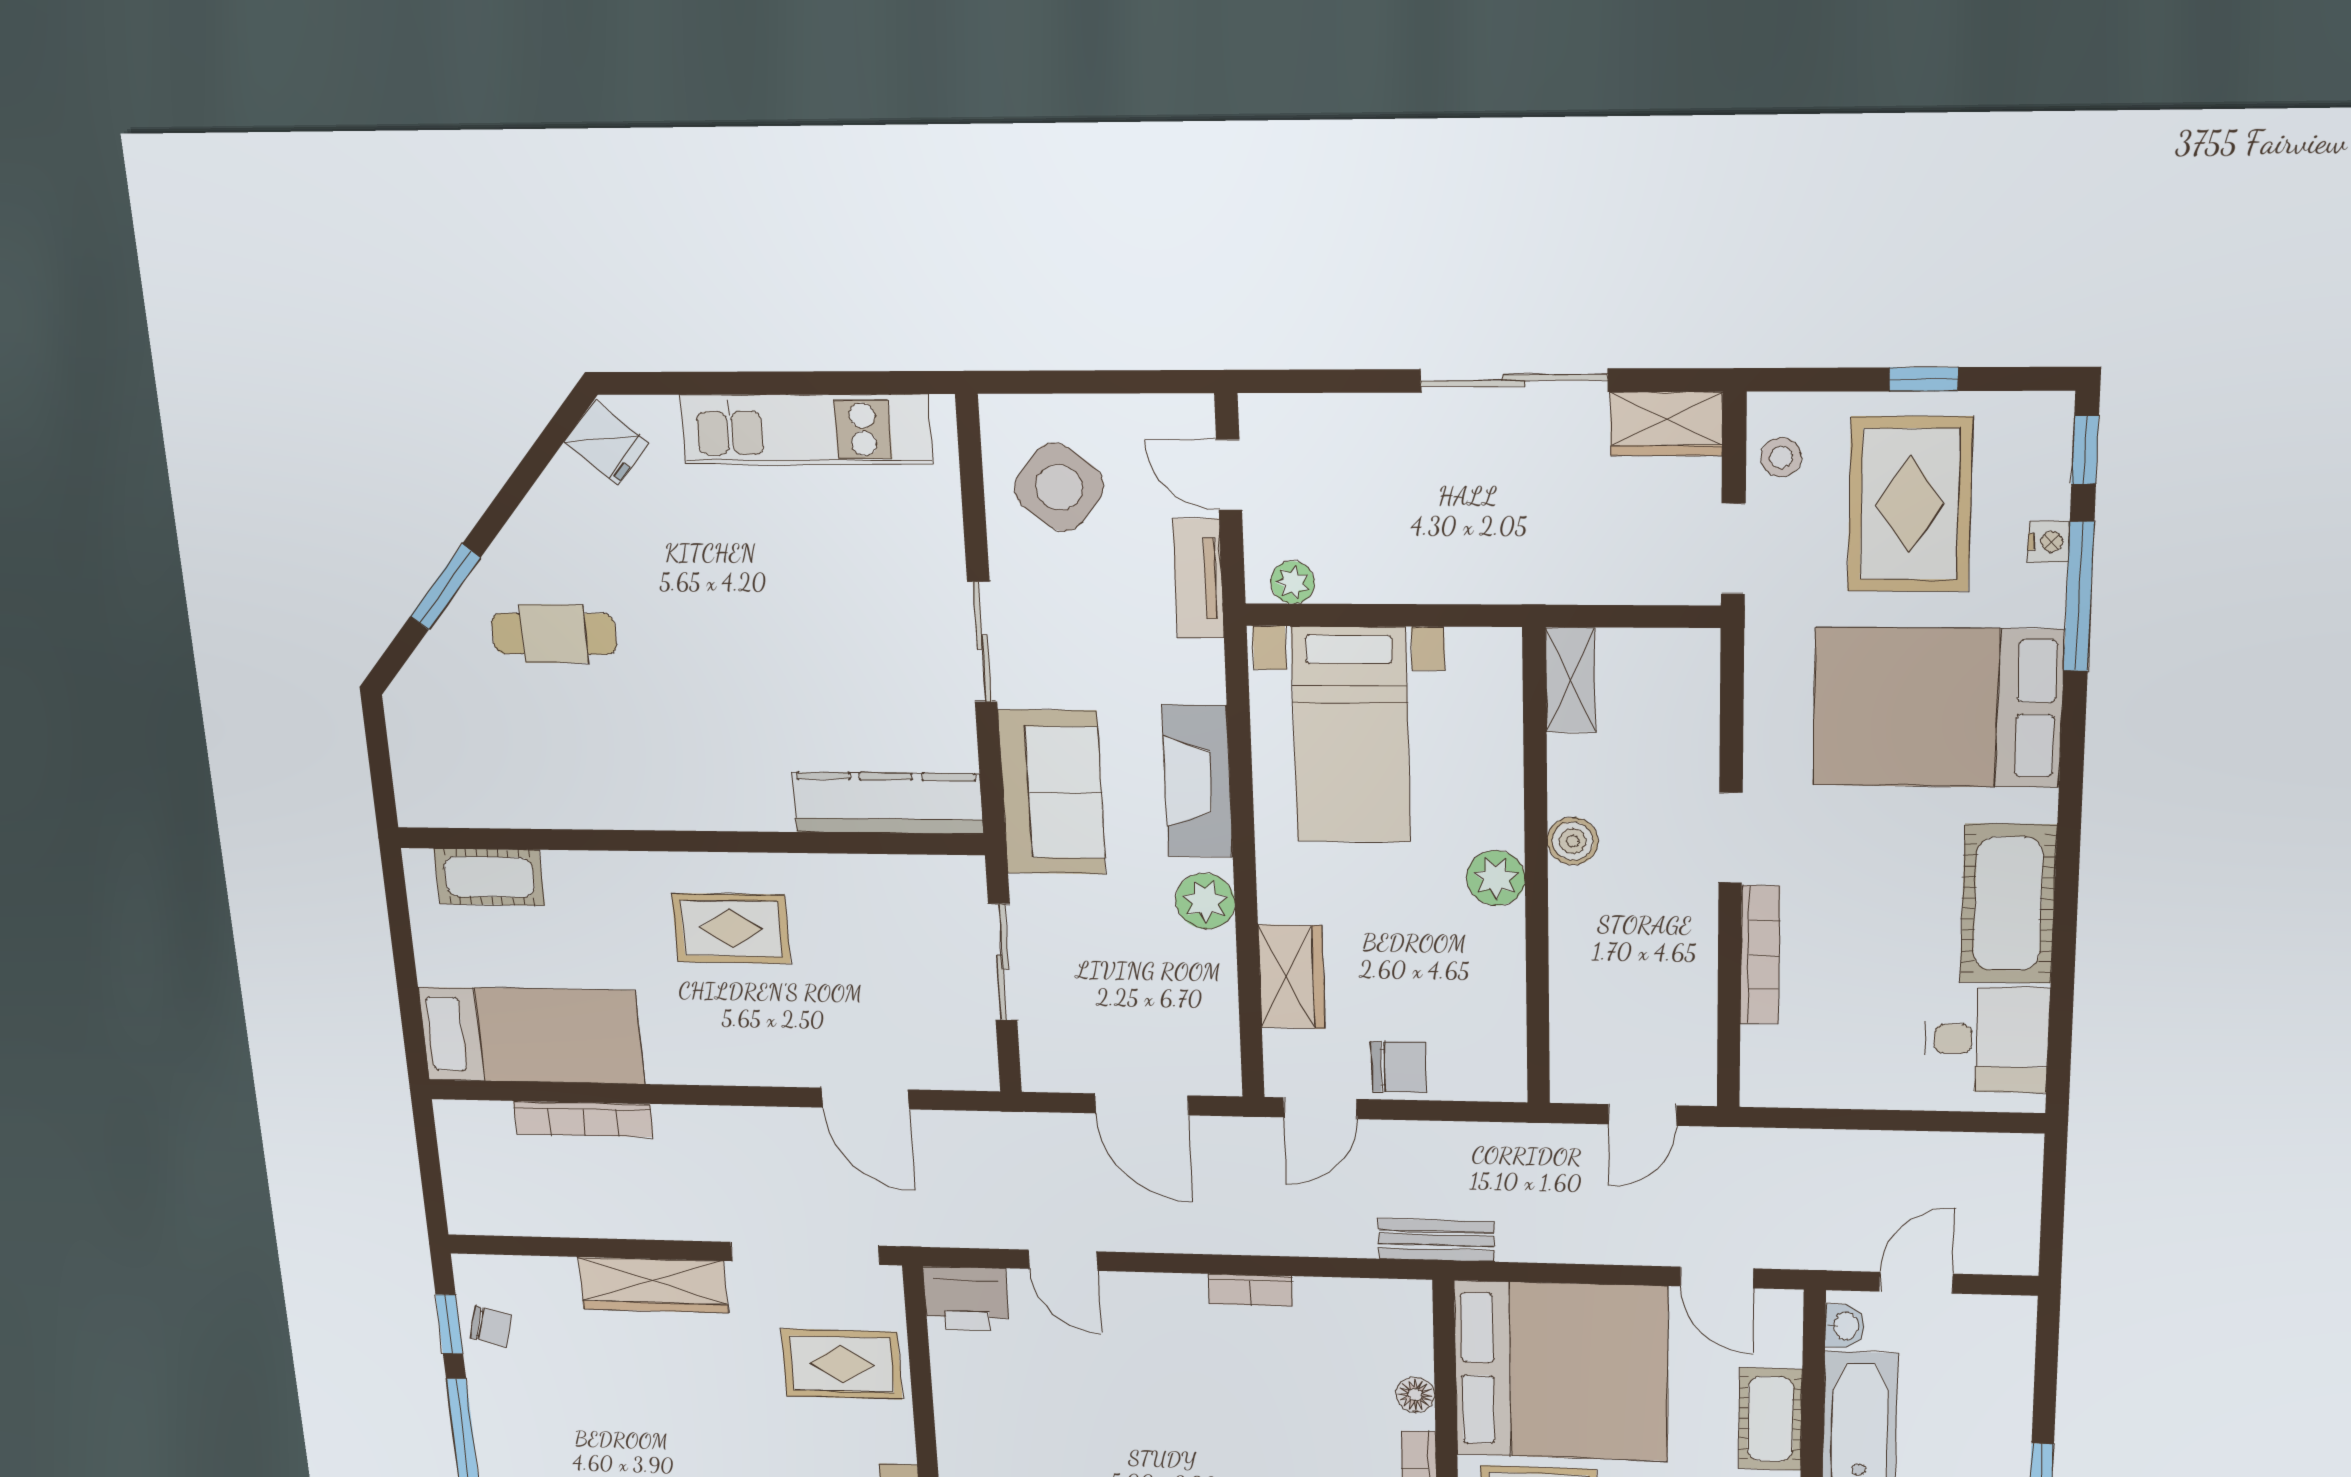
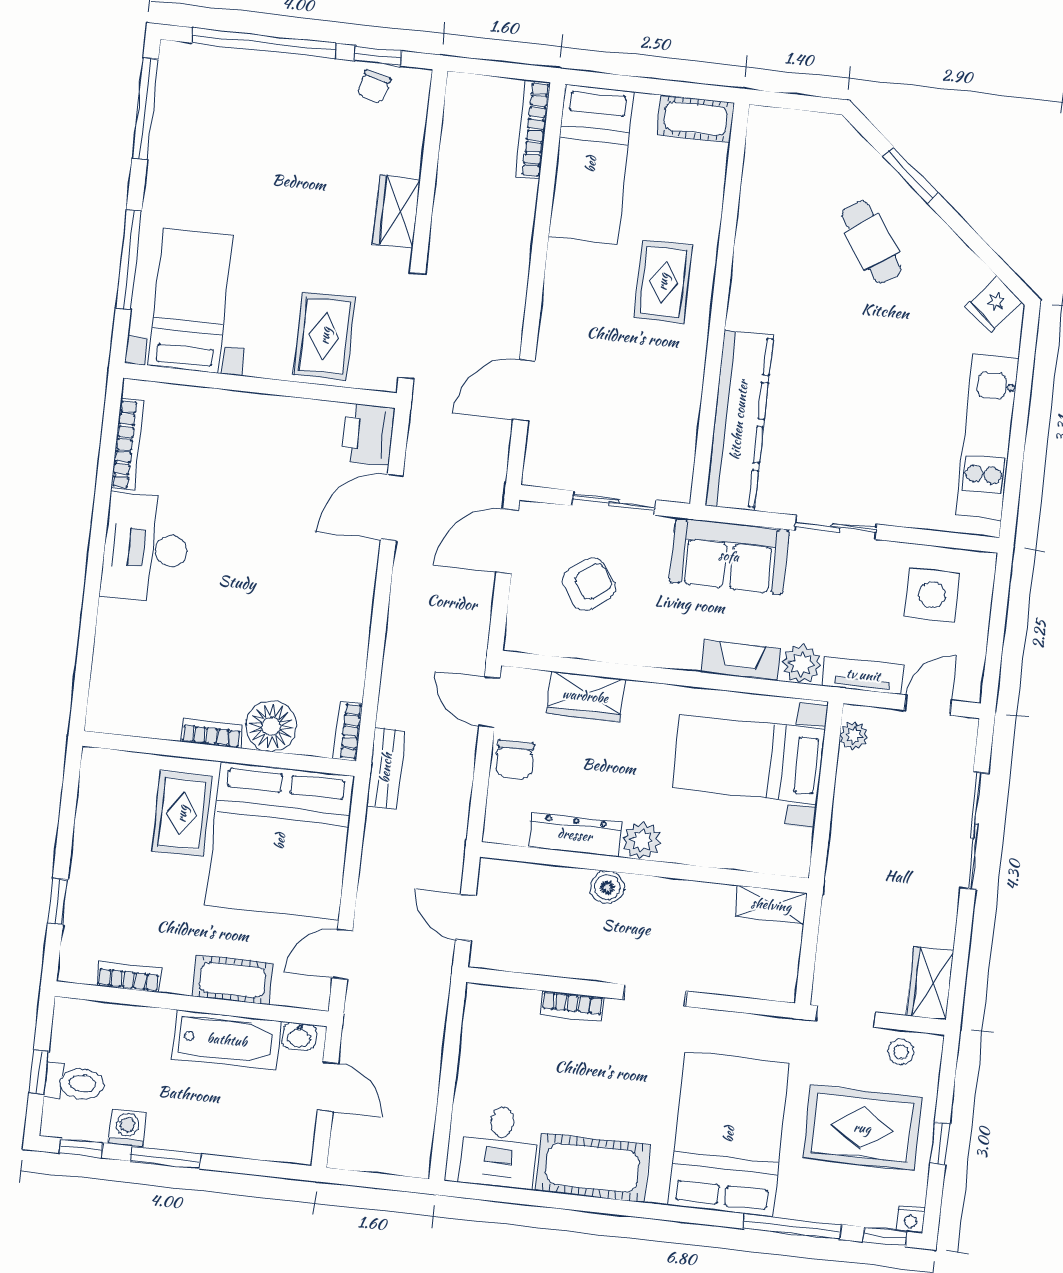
sliding door: (1514, 381) -> (974, 831), moved
side table: (1059, 487) -> (932, 595), turned -38
nightstand: (2049, 542) -> (911, 1220), moved
cafe table: (554, 634) -> (871, 242), turned -34
fireplace: (1197, 781) -> (741, 661), width x0.73, depth x0.76
kitchen counter: (888, 803) -> (739, 420), width x1.39, depth x1.17
boiler: (1573, 841) -> (607, 887), moved
cot: (489, 877) -> (696, 119), moved, turned 90
plant: (1205, 901) -> (802, 664), moved
rug: (731, 928) -> (663, 282), moved
bookcase: (1760, 955) -> (572, 1006), width x0.64
dresser: (1500, 974) -> (575, 835), added
armchair: (1127, 987) -> (589, 584), added
door: (1142, 1104) -> (507, 542), moved
bookcase: (583, 1119) -> (533, 129), moved
door: (1063, 1260) -> (392, 508), width x1.38
wardrobe: (653, 1285) -> (397, 212), width x0.67
bookcase: (1250, 1290) -> (348, 731), moved
floor lamp: (1415, 1395) -> (271, 726), width x1.89, depth x1.89

